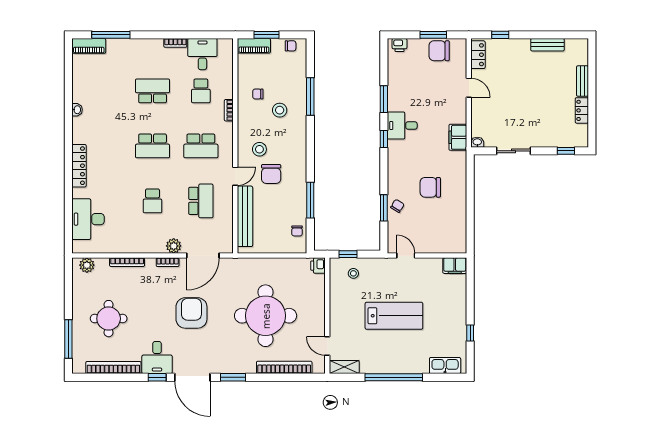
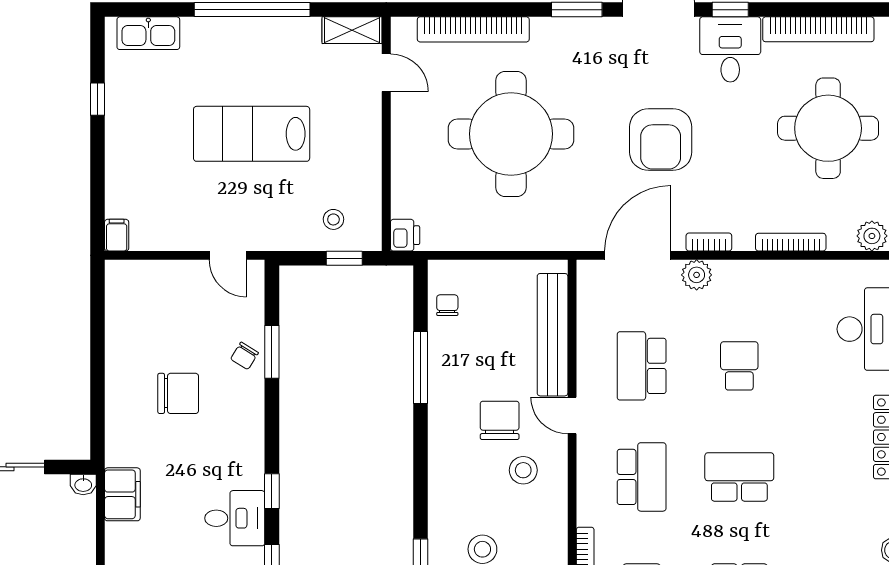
school desk: (201, 146) -> (642, 477), turned 90
door: (235, 176) -> (572, 415), hinge flipped
filing cabinet: (455, 266) -> (117, 235), width x0.50
round table: (109, 319) -> (828, 128), width x1.36, depth x1.36

